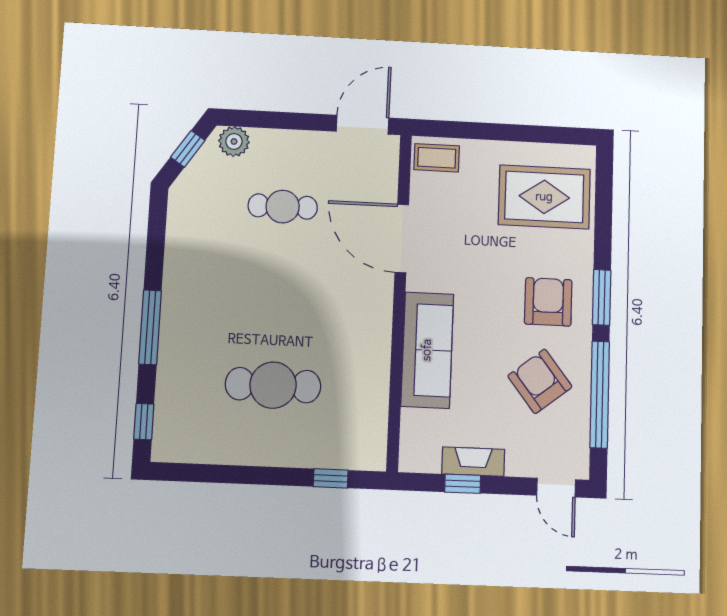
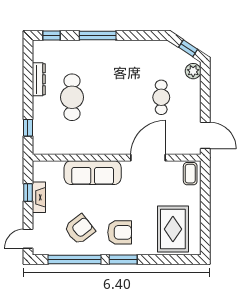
dresser: (232, 452) -> (39, 79), added

